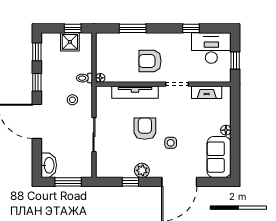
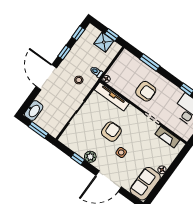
armchair: (150, 61) -> (146, 91), turned 180
tv unit: (135, 92) -> (112, 97), moved

